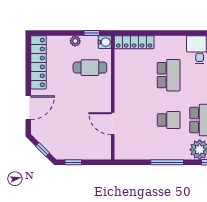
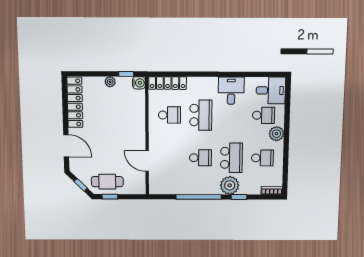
cafe table: (90, 68) -> (107, 182), moved
school desk: (136, 75) -> (169, 115), added
door: (28, 108) -> (66, 146), hinge flipped
window: (167, 162) -> (199, 197), width x1.46

